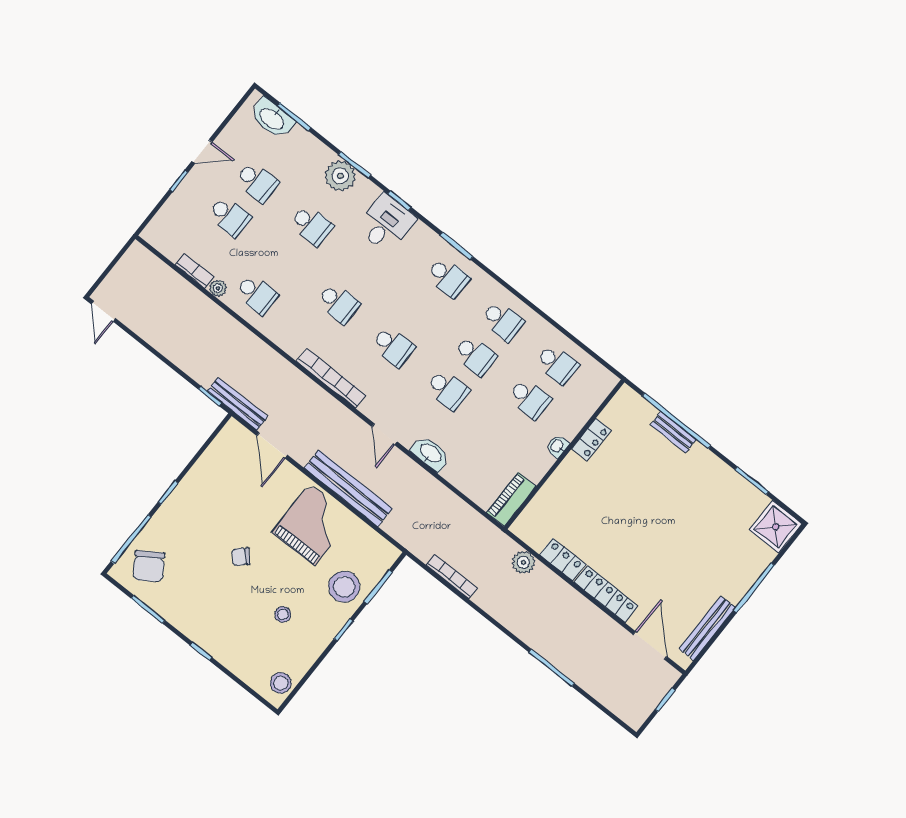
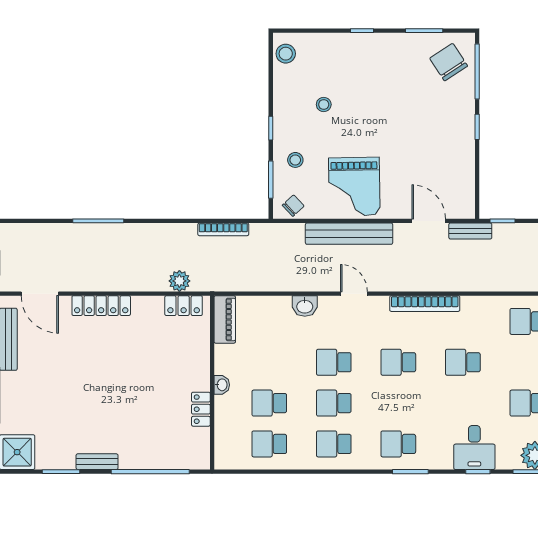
bench: (237, 404) -> (470, 231), width x0.73
bench: (673, 432) -> (97, 462), moved
washbasin: (430, 454) -> (305, 306), width x0.72
chair: (241, 557) -> (293, 206), moved
locker: (563, 560) -> (184, 306), moved
stool: (344, 587) -> (295, 160), width x0.53, depth x0.53

